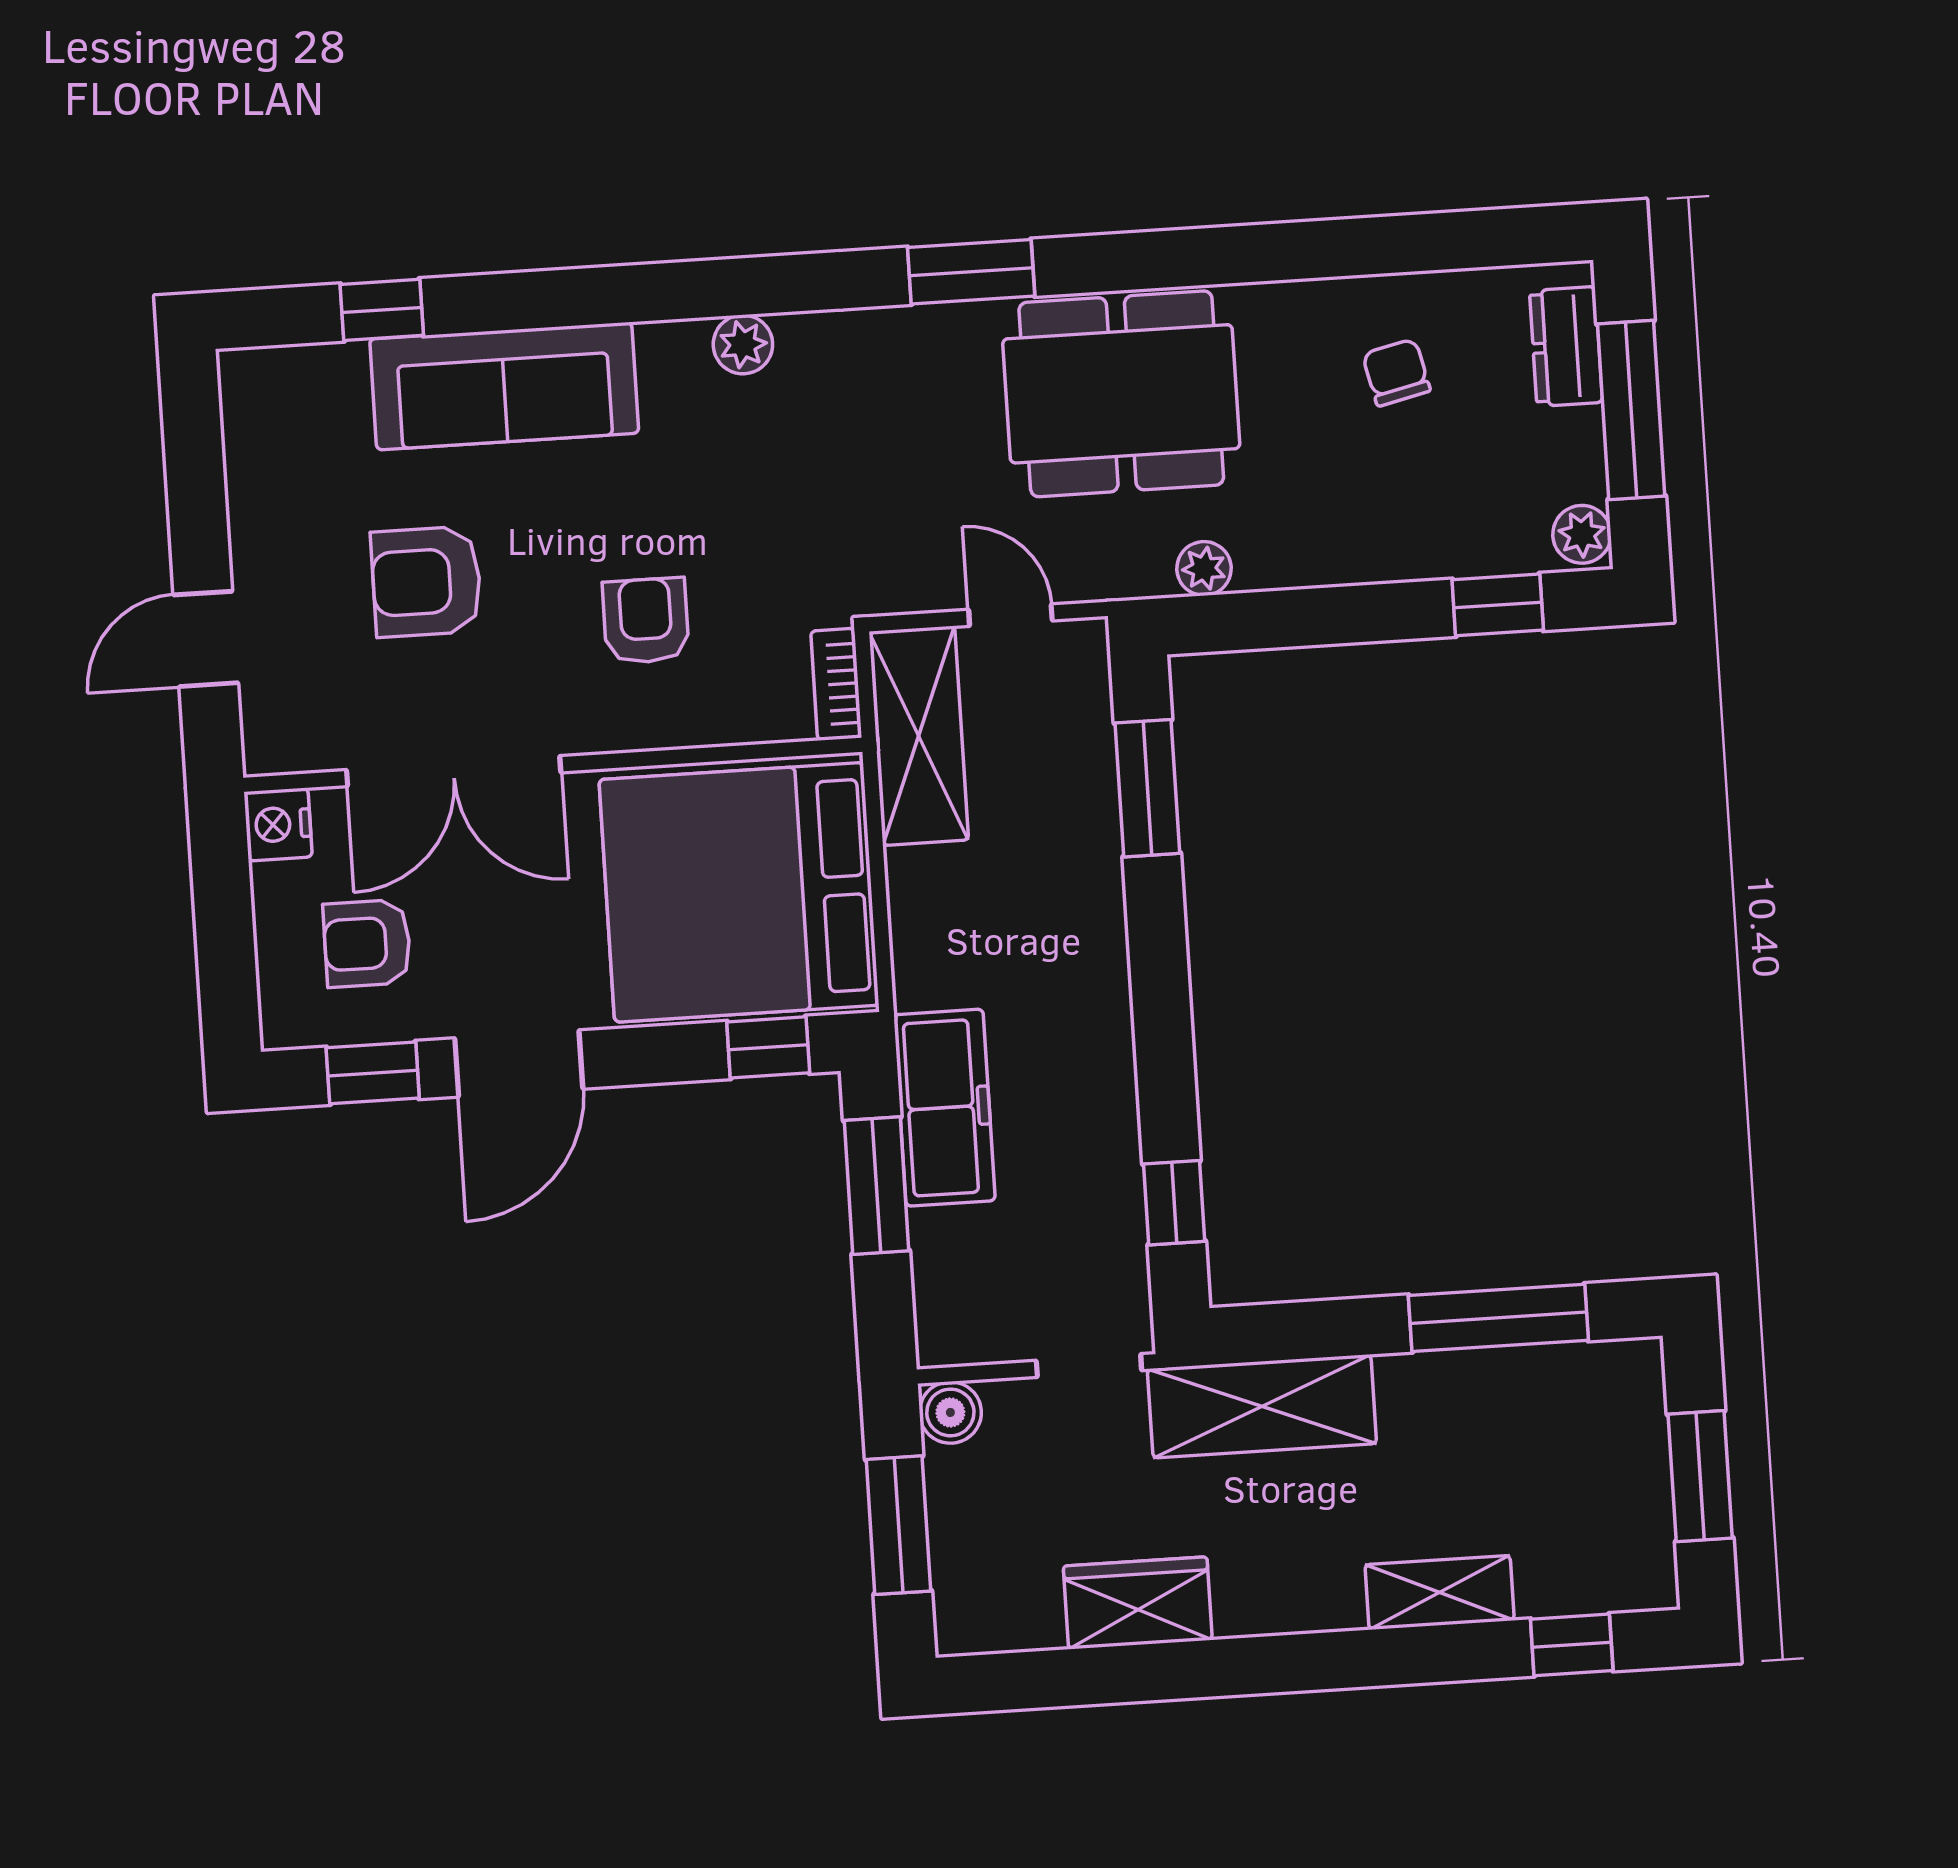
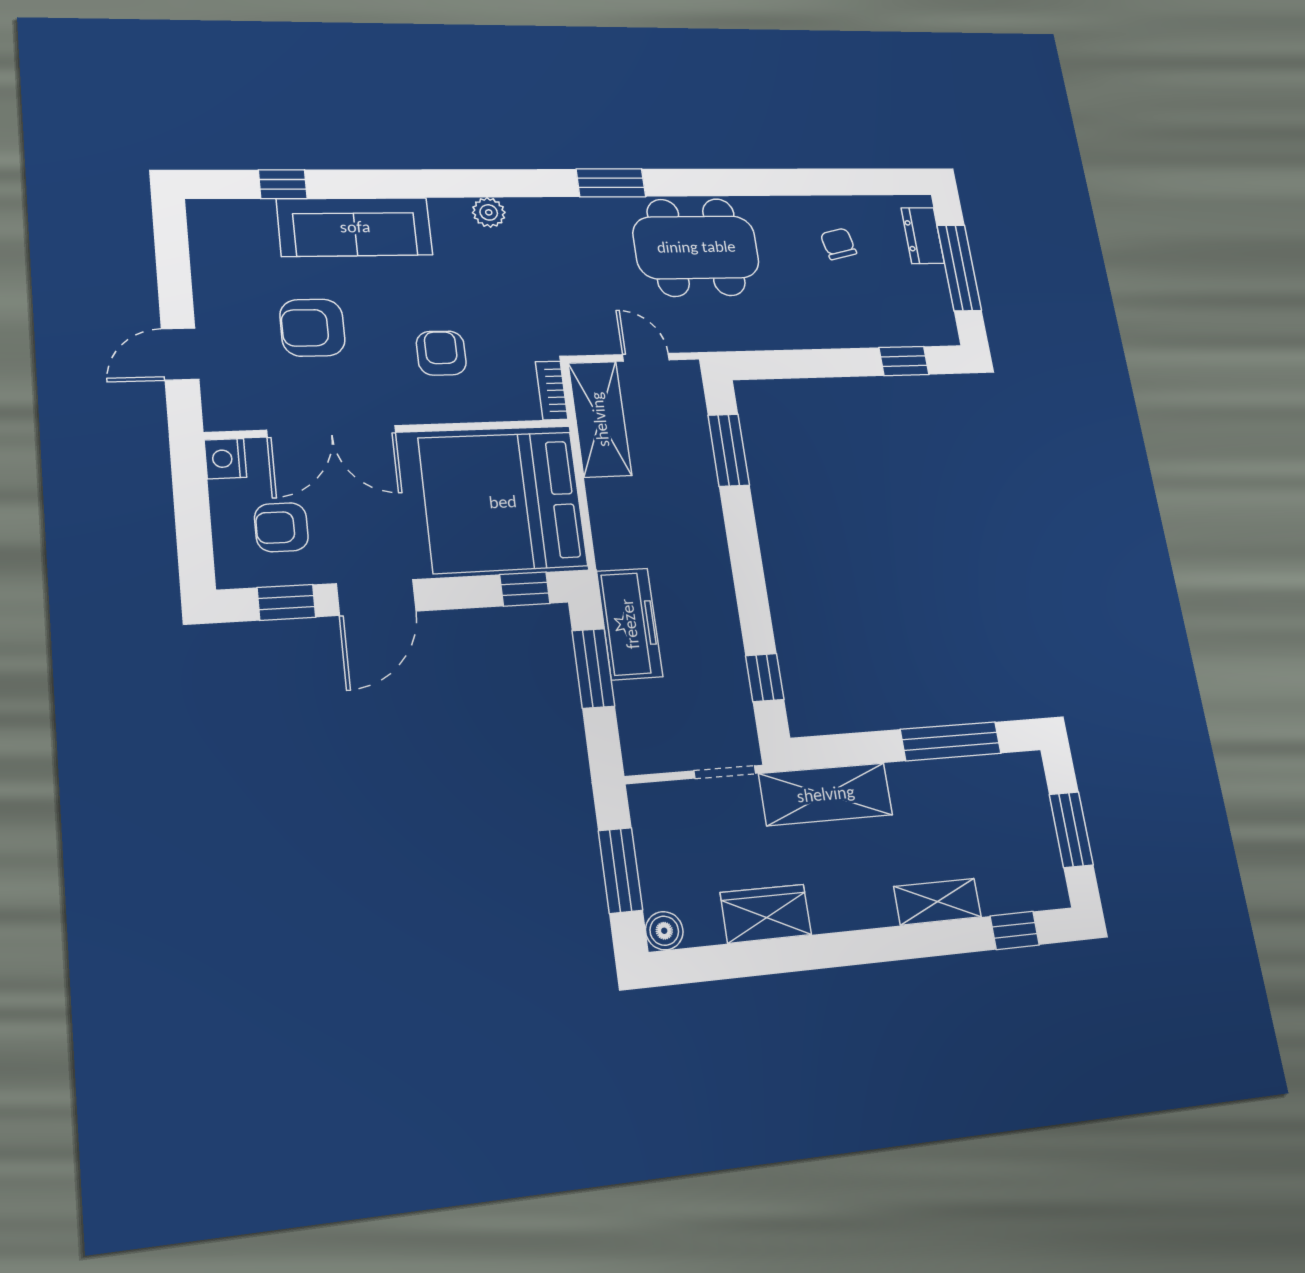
plant: (1582, 534) -> (942, 327), removed
plant: (1204, 568) -> (748, 337), removed
boiler: (950, 1412) -> (664, 931), moved

